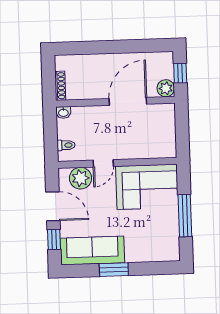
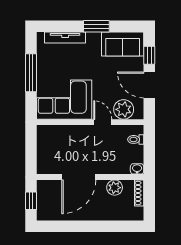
plant: (166, 88) -> (115, 188), moved
door: (103, 163) -> (103, 122), hinge flipped
sofa: (92, 251) -> (123, 44), width x0.73
tv unit: (148, 256) -> (65, 37), added

